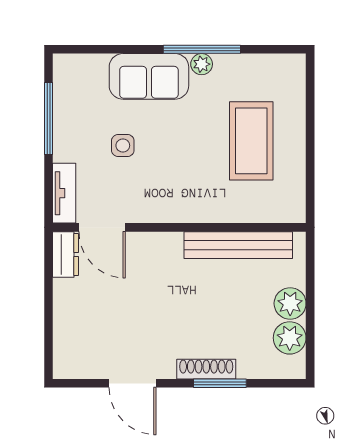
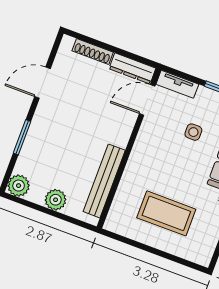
dresser: (66, 254) -> (132, 68), width x1.44
plant: (290, 338) -> (19, 186), moved
shoe rack: (206, 369) -> (93, 52), moved, turned 90

